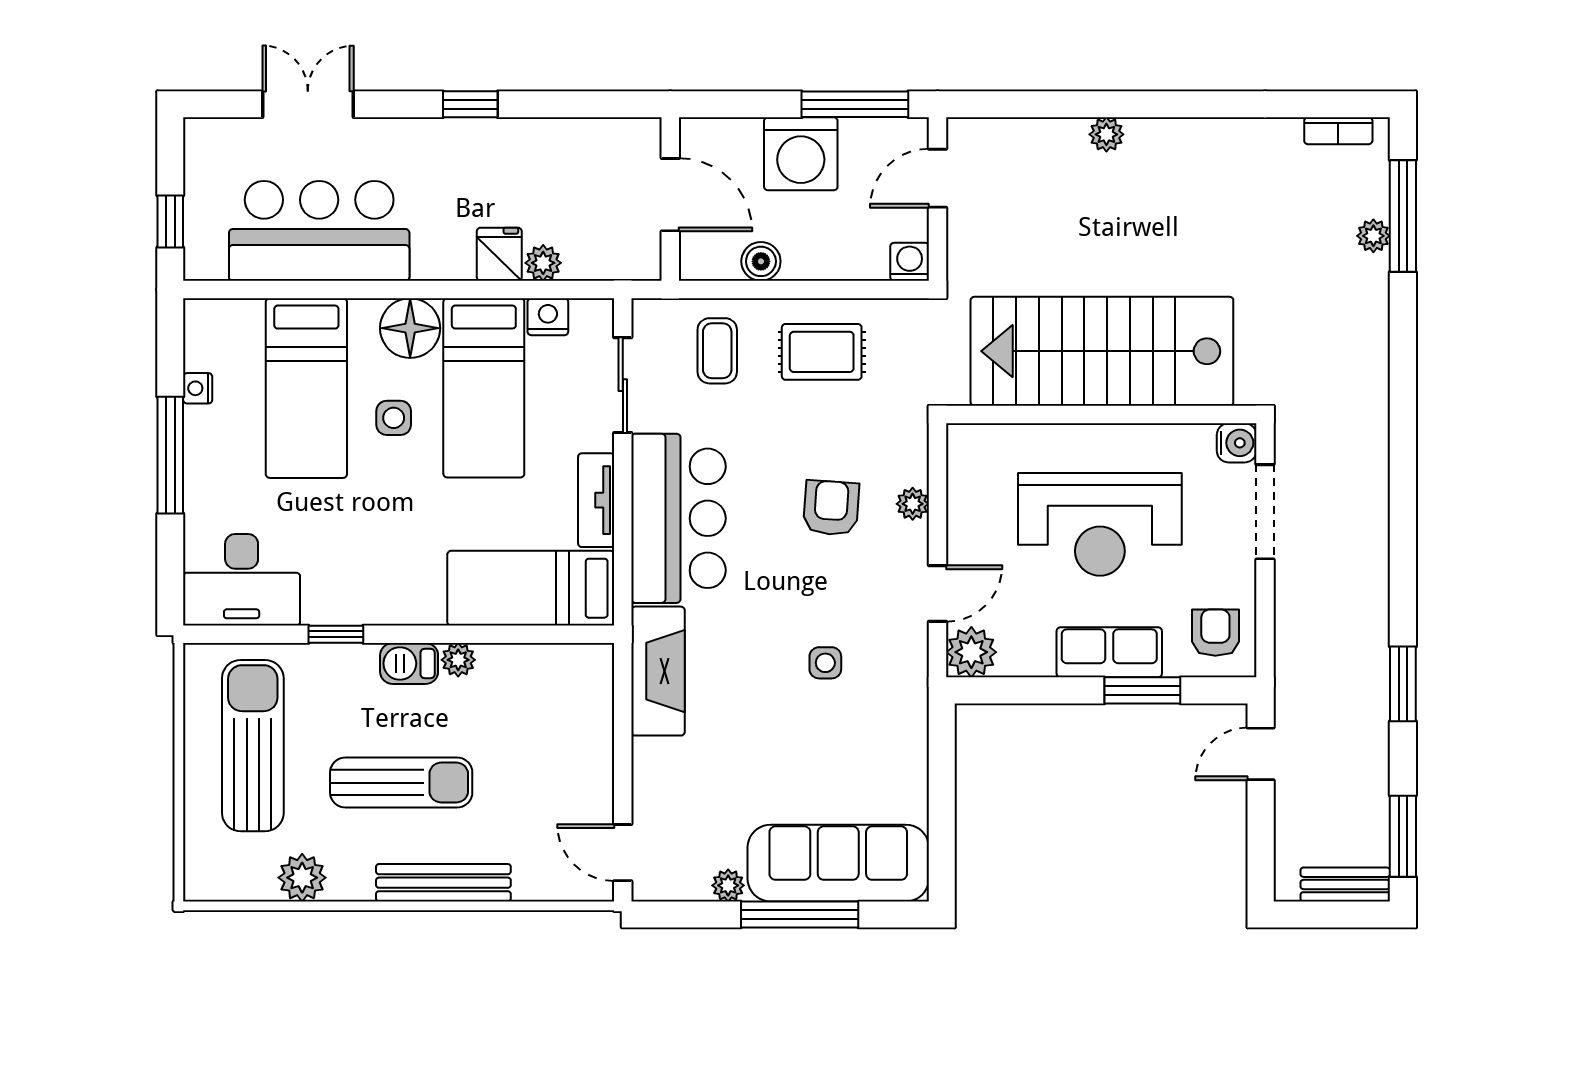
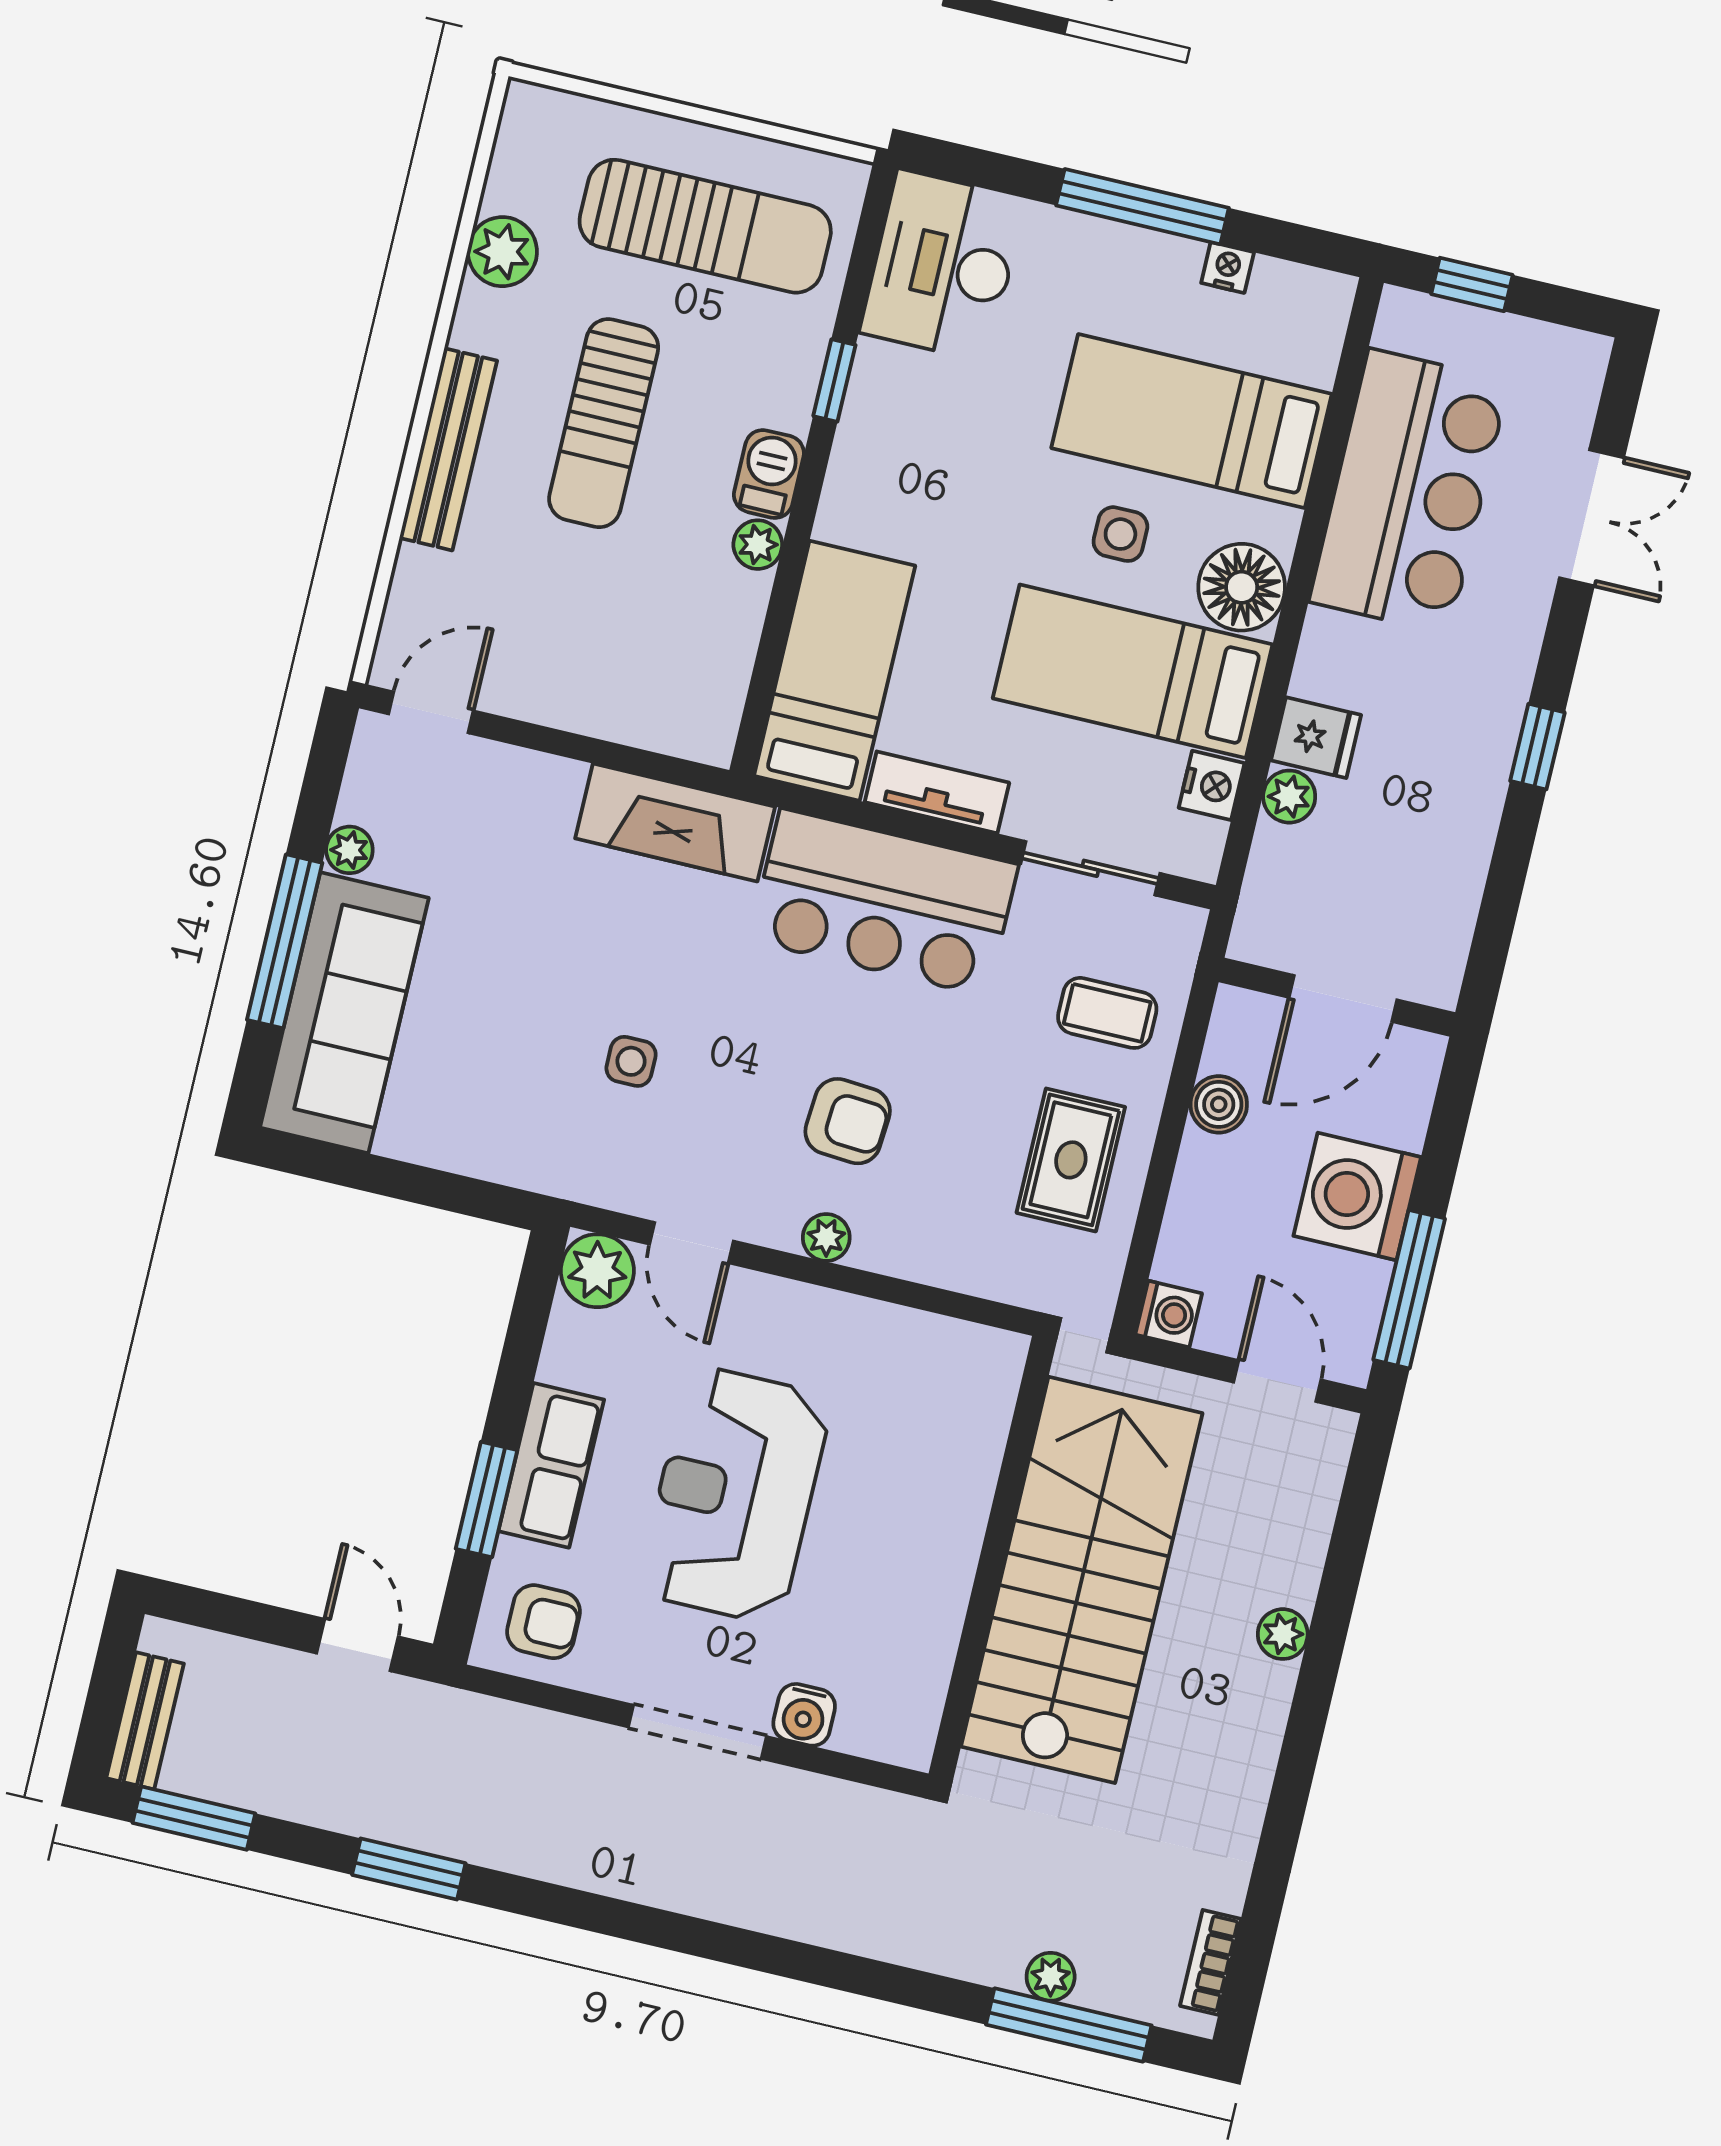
stairs: (1102, 351) -> (1082, 1580), moved
wall: (1101, 415) -> (993, 1558), moved

